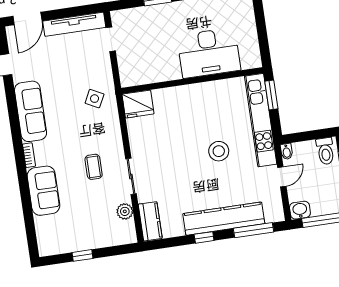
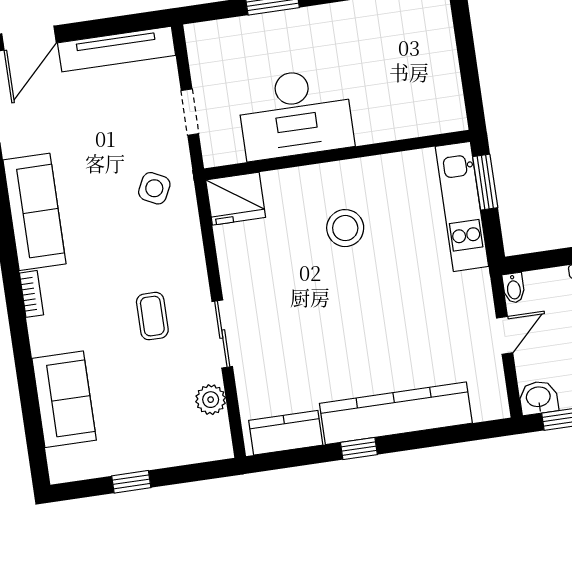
doorway: (111, 39) -> (190, 112), moved
desk: (209, 53) -> (295, 114), moved
kitchen unit: (261, 120) -> (462, 206), width x0.73
stool: (219, 151) -> (345, 228), moved
sofa: (43, 191) -> (64, 399), moved
kitchen counter: (150, 221) -> (286, 433), moved, turned -90
window: (253, 230) -> (451, 435), removed

